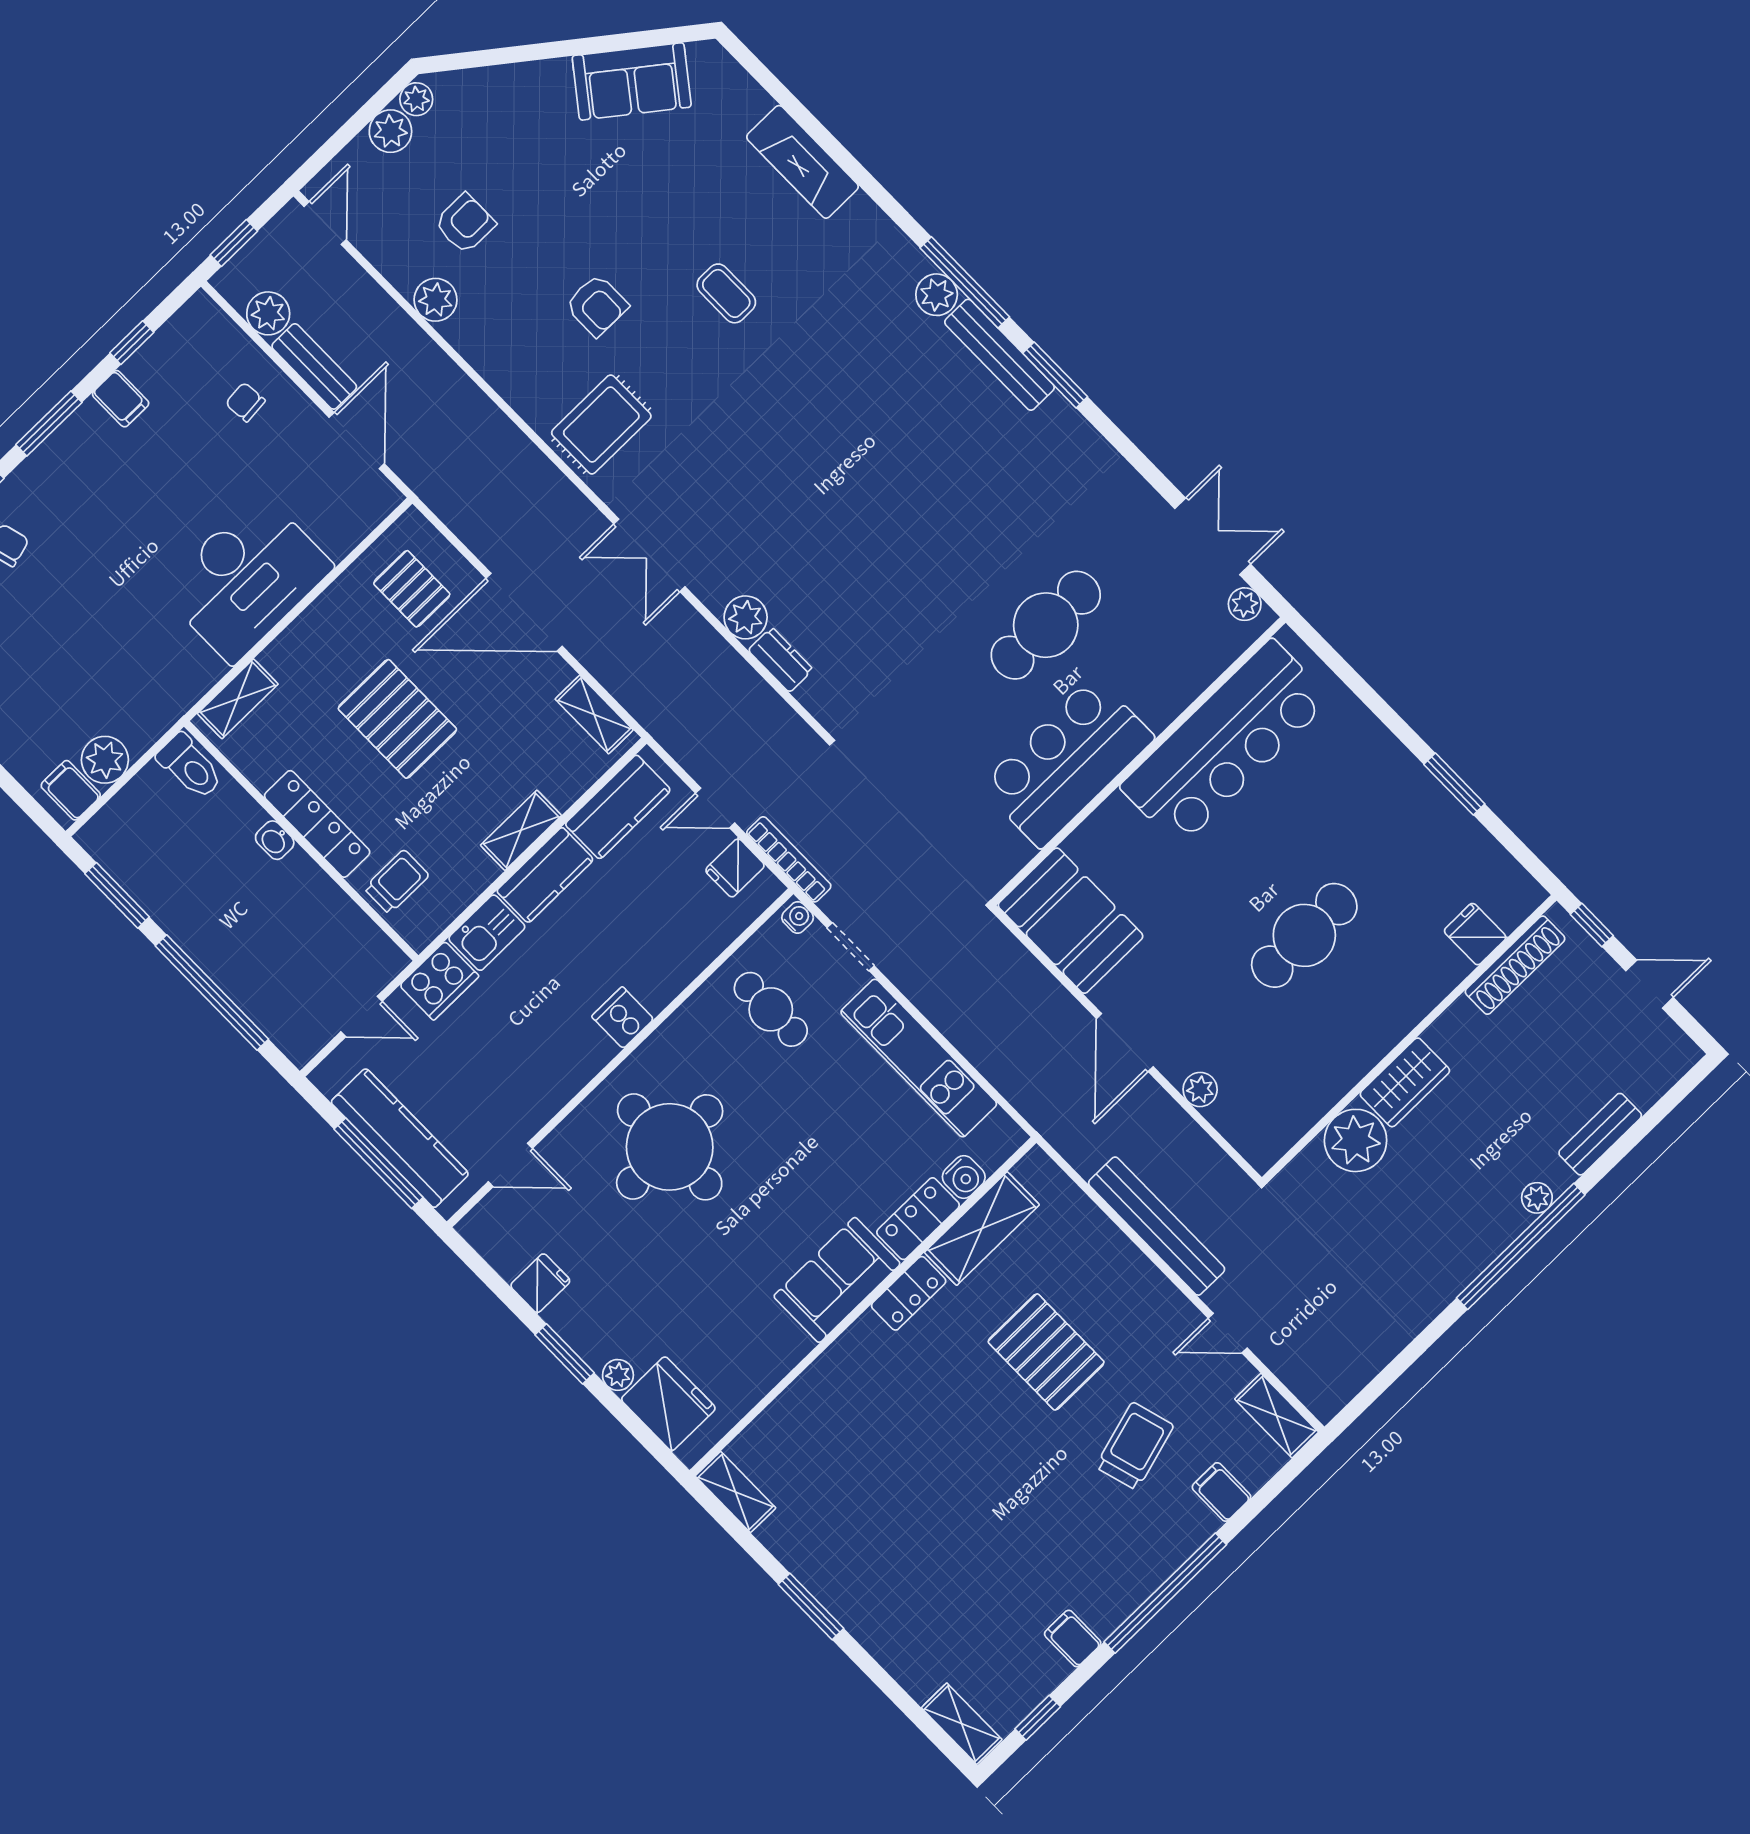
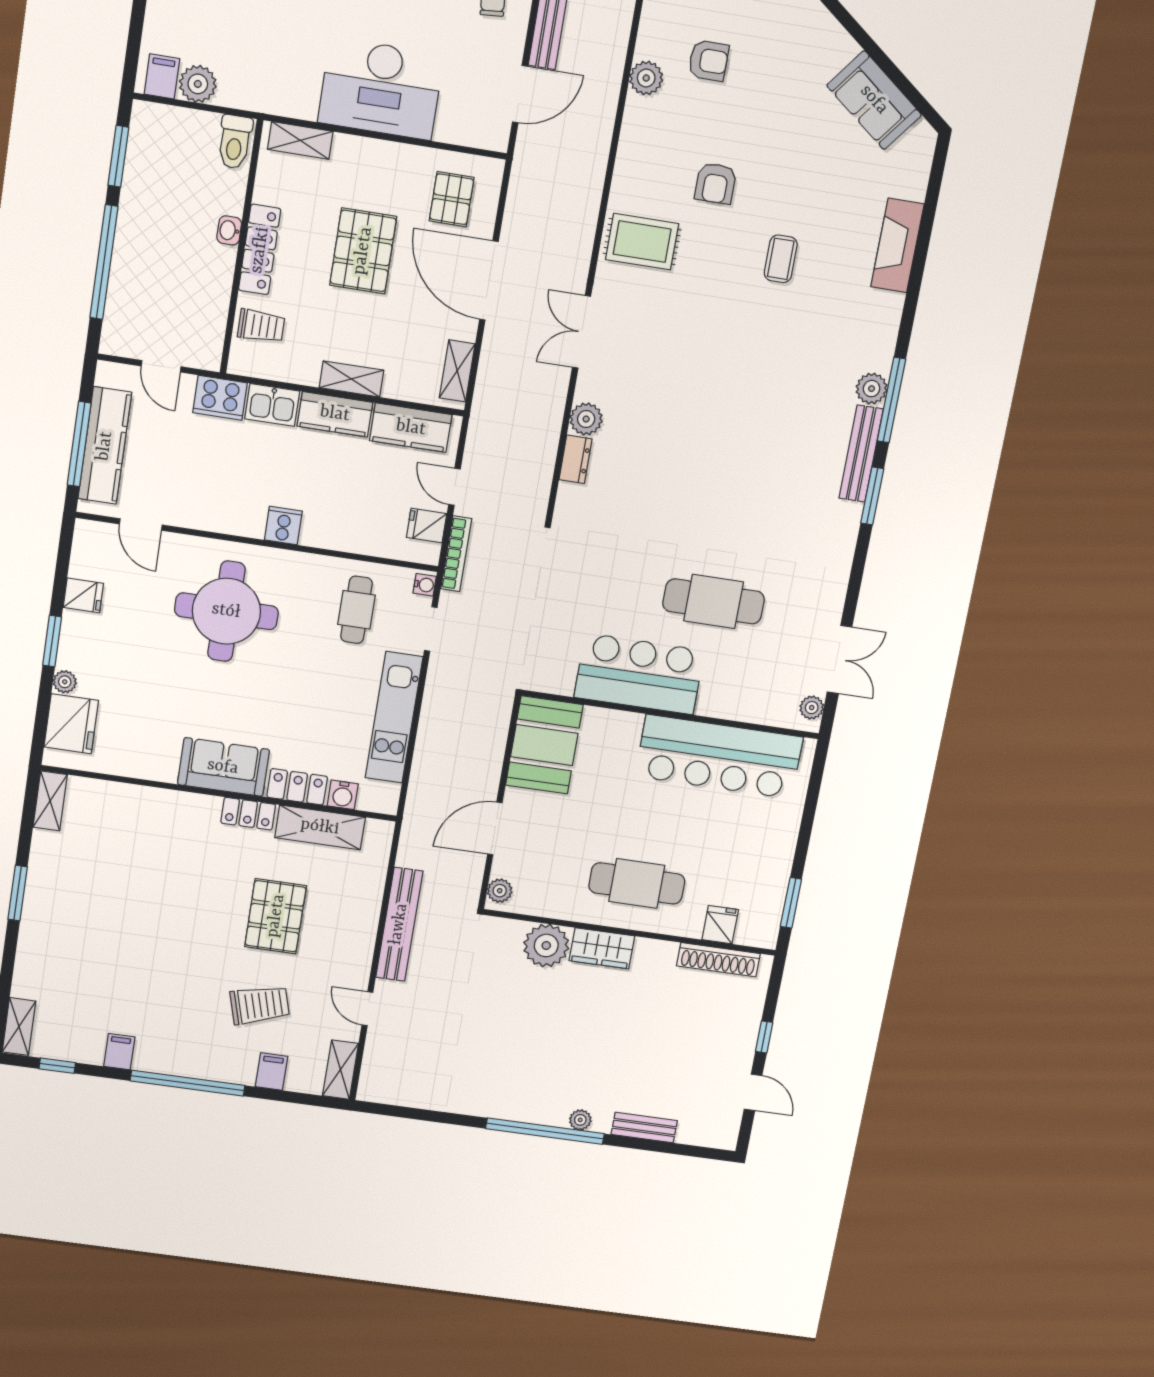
fridge: (1475, 934) -> (720, 925), moved
shoe rack: (1515, 965) -> (718, 960), moved
wall: (1409, 1039) -> (630, 932), moved
wardrobe: (1405, 1082) -> (602, 948), moved
plant: (1356, 1140) -> (546, 945), moved

